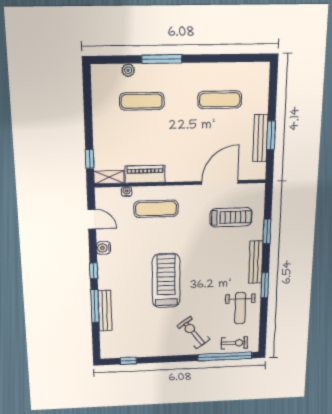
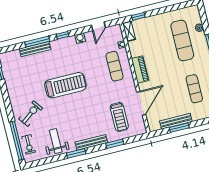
exercise mat: (142, 101) -> (182, 41), width x1.36, depth x1.45
piano: (145, 174) -> (140, 69), moved
door: (220, 182) -> (141, 103), hinge flipped
weight bench: (240, 308) -> (56, 141), turned 90

